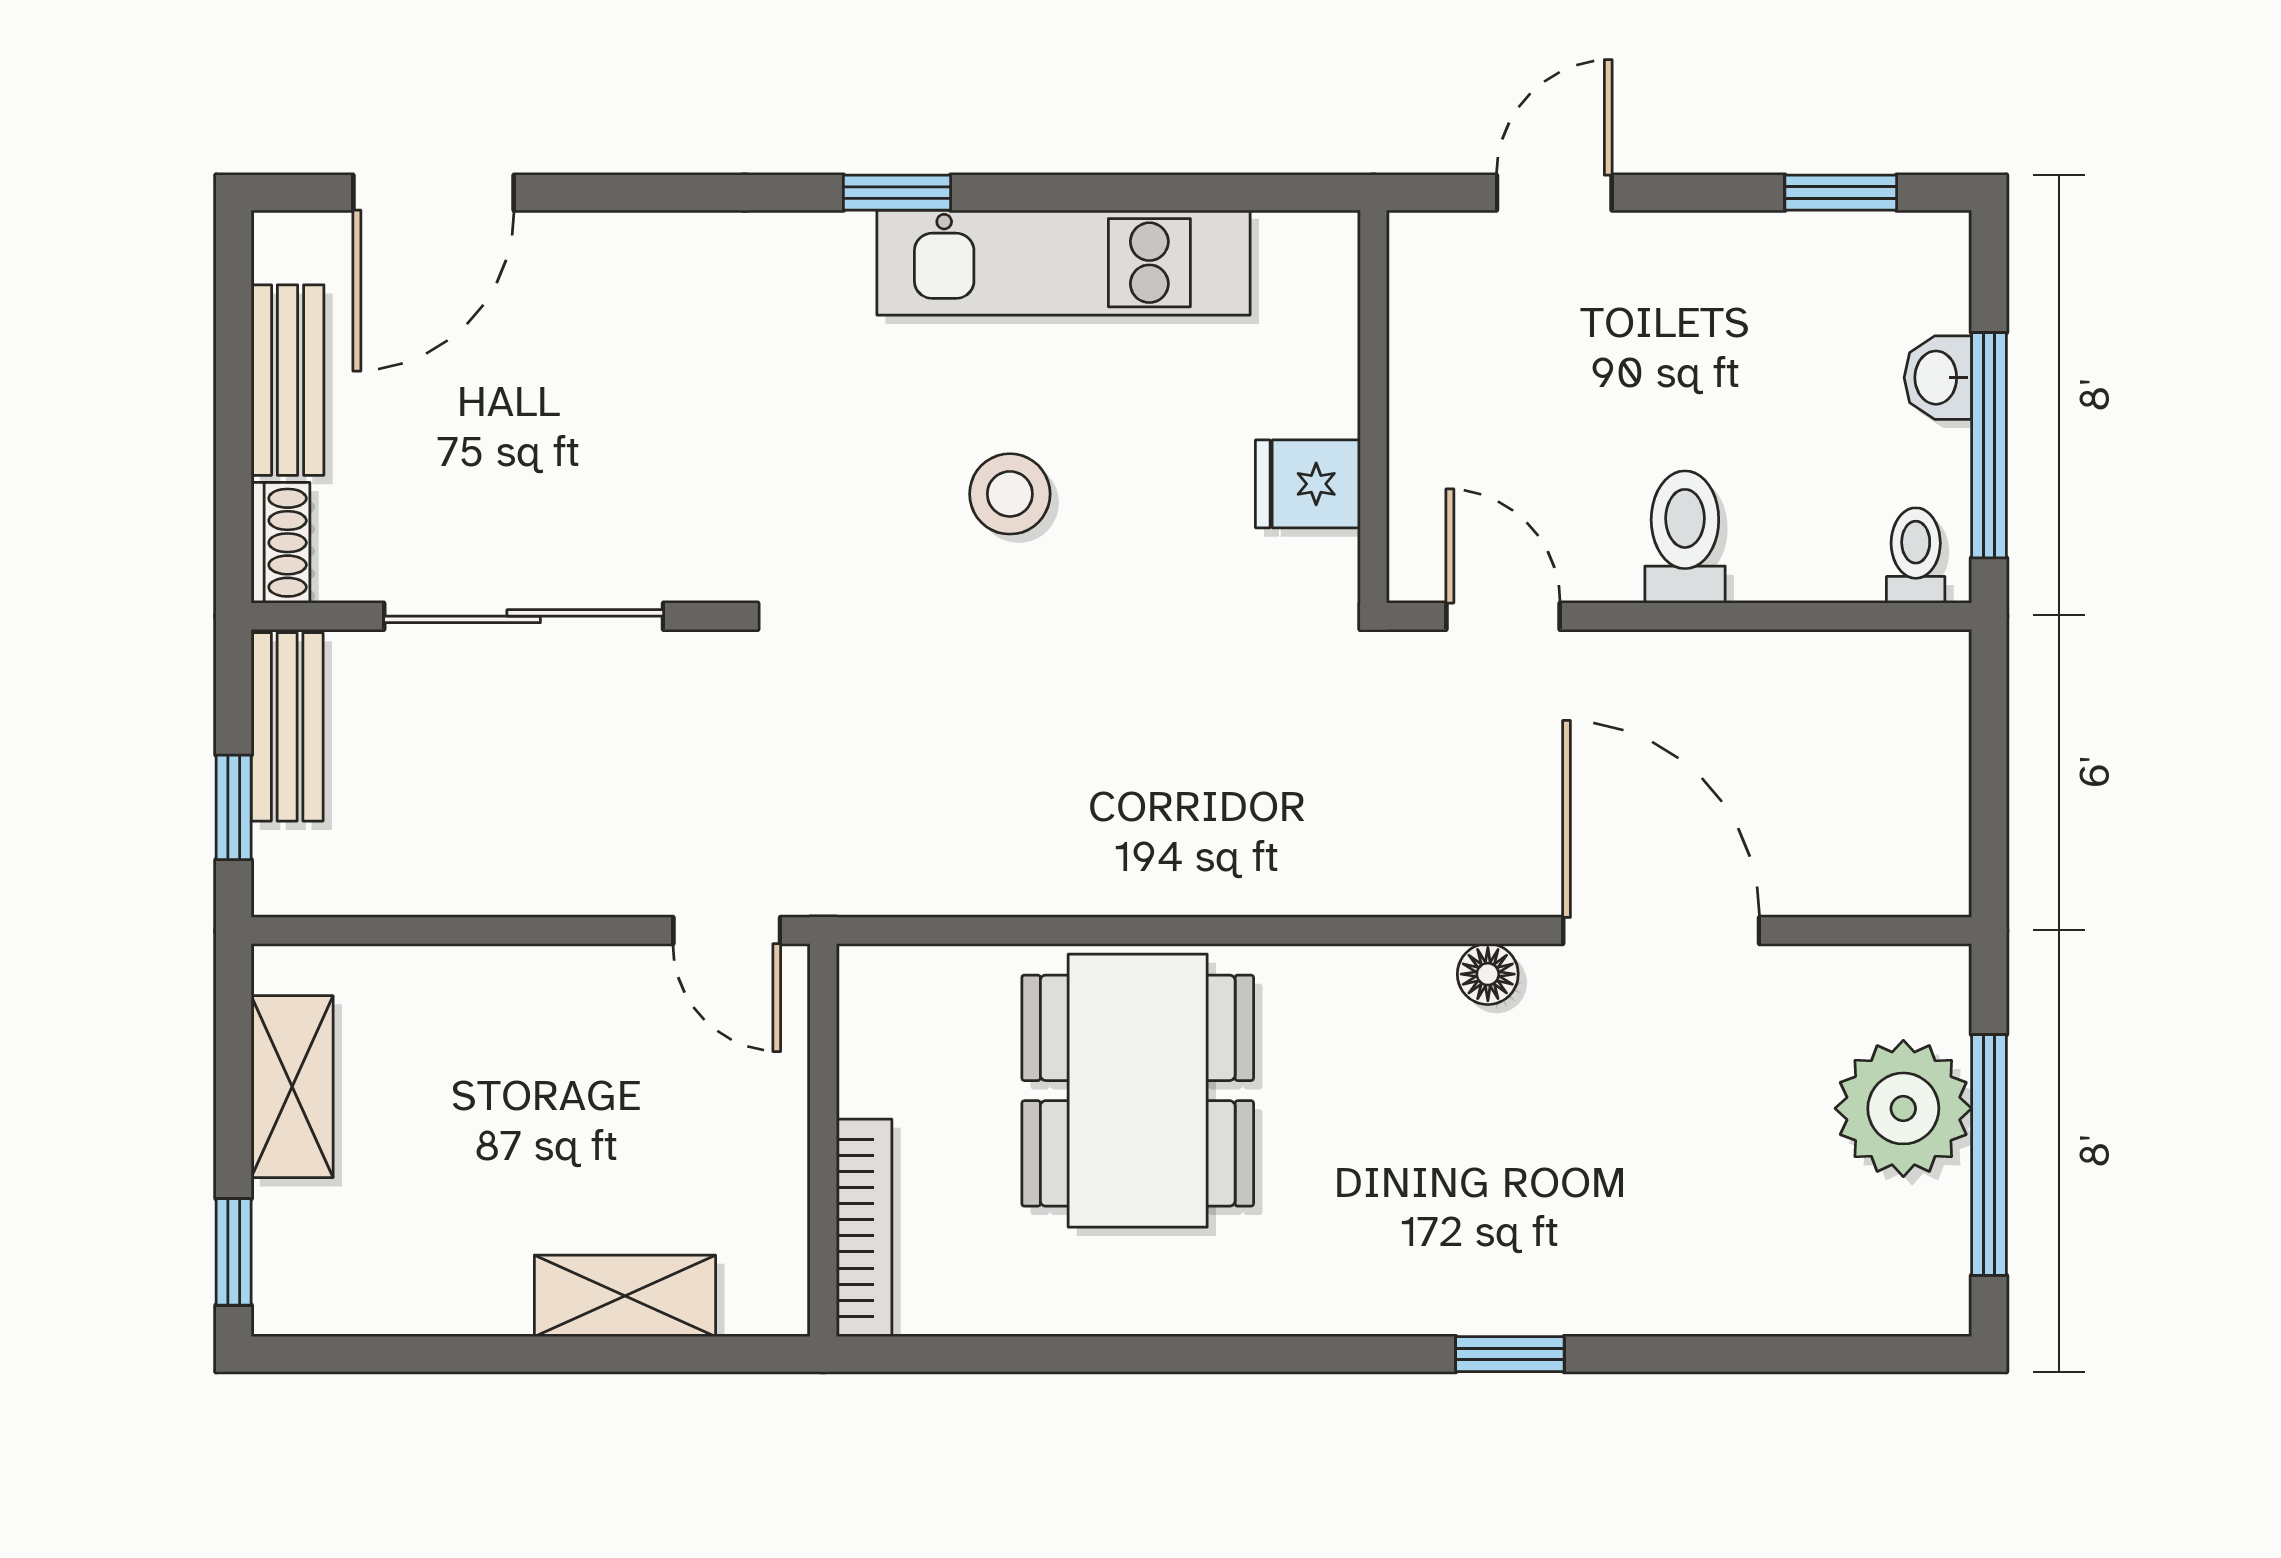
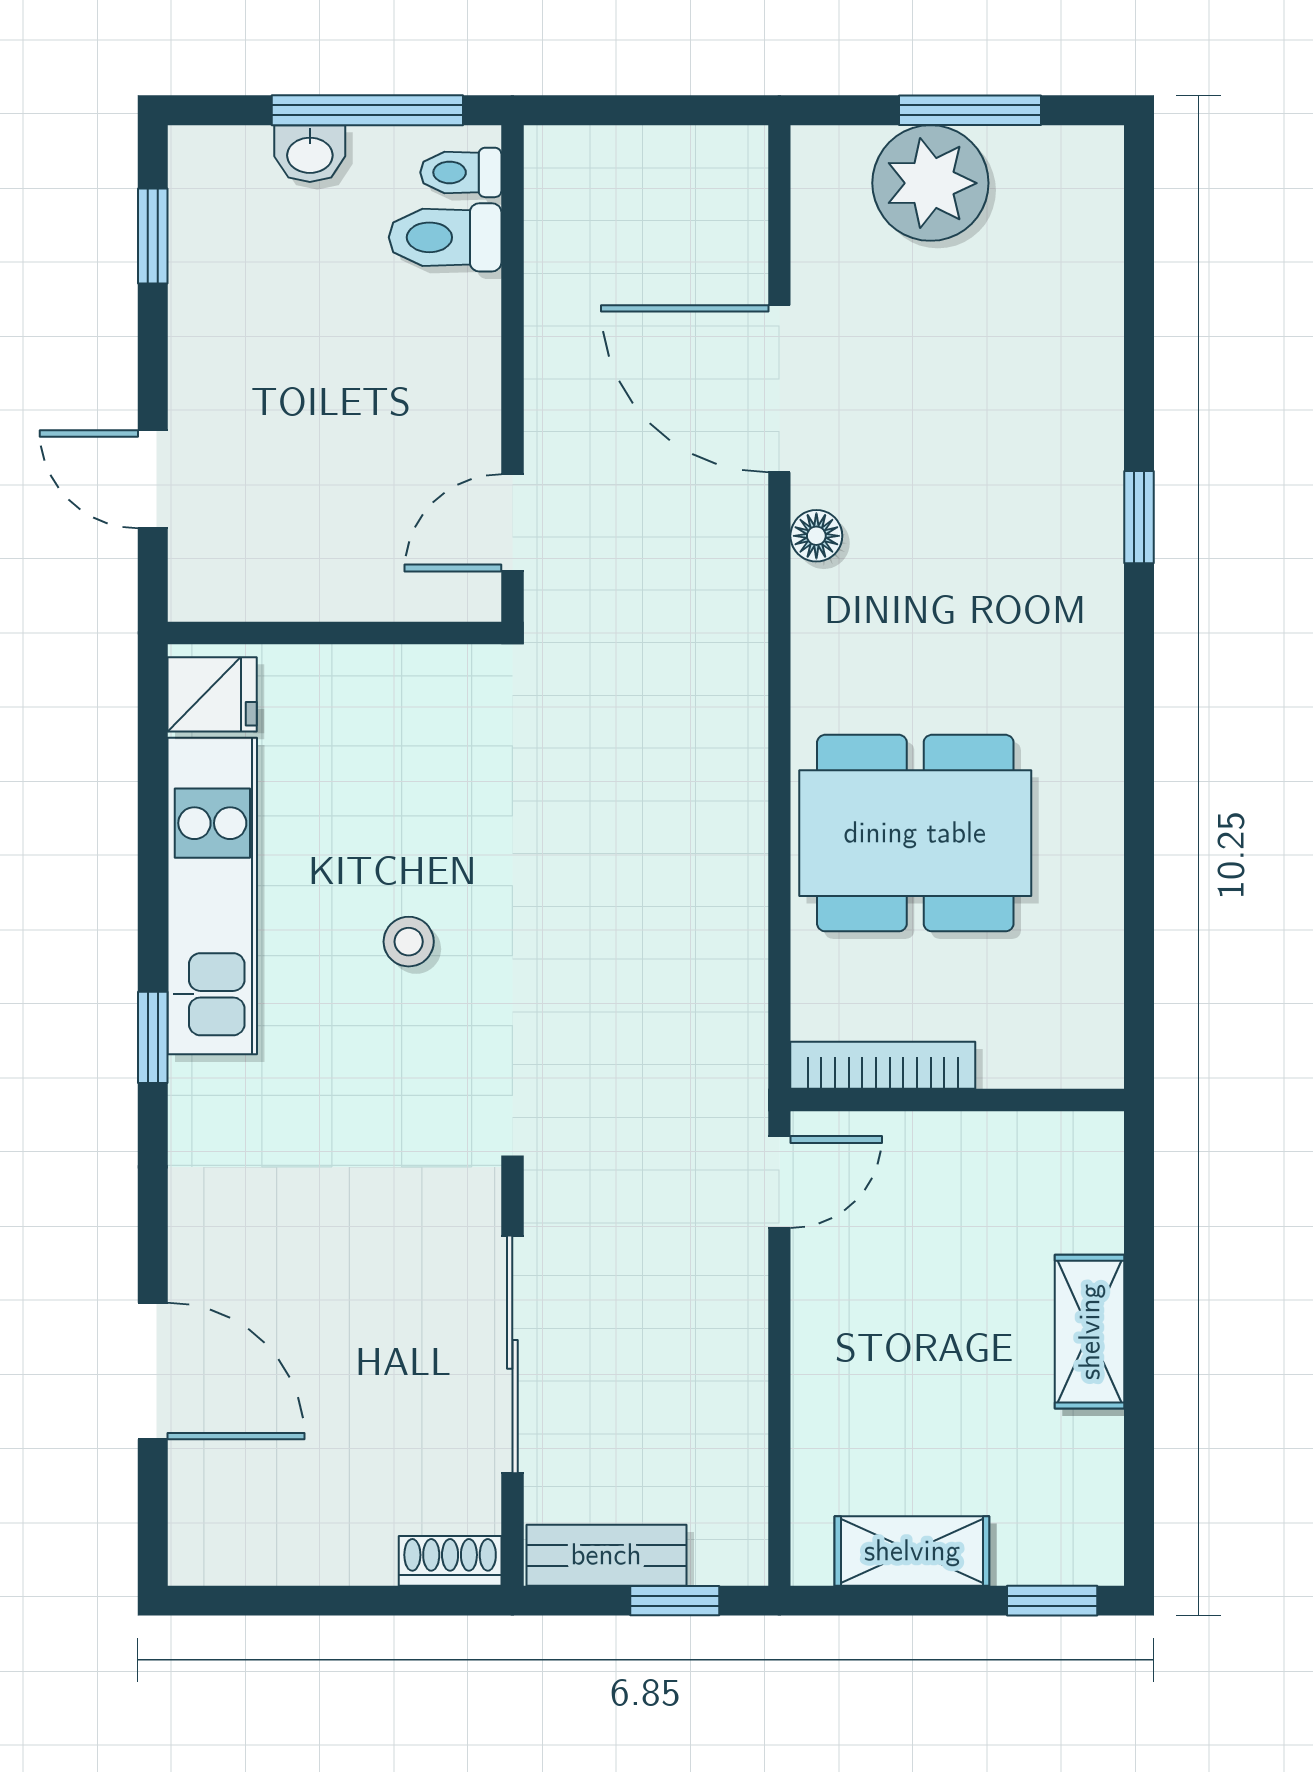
door: (433, 193) -> (153, 1371), moved
bench: (288, 380) -> (312, 1555), removed
fridge: (1308, 484) -> (212, 694), moved, turned -90
stool: (1010, 494) -> (409, 942), width x0.73, depth x0.73
toilet: (1685, 537) -> (445, 237), moved
door: (1661, 931) -> (779, 389), hinge flipped
window: (1989, 1155) -> (970, 110), width x0.69
bookcase: (864, 1228) -> (883, 1065), moved
shelving: (625, 1296) -> (1090, 1332), moved

